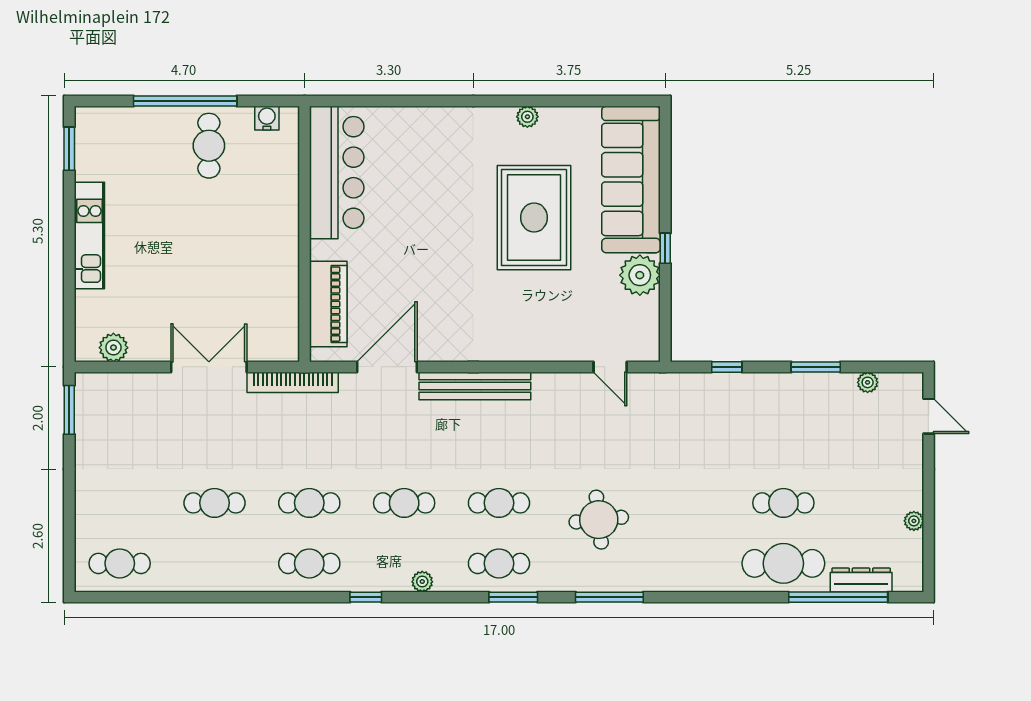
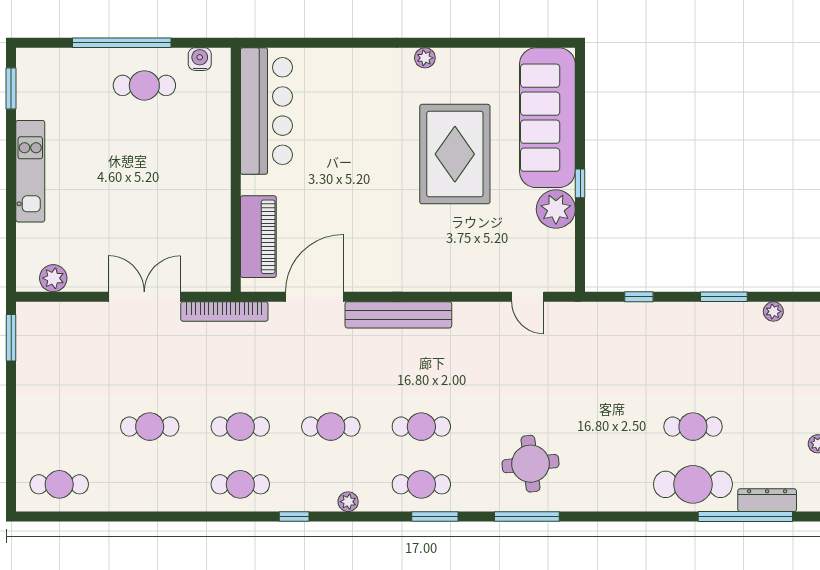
plant: (527, 117) -> (425, 58), moved
cafe table: (209, 146) -> (144, 85), turned 90
round table: (599, 520) -> (530, 464), moved

